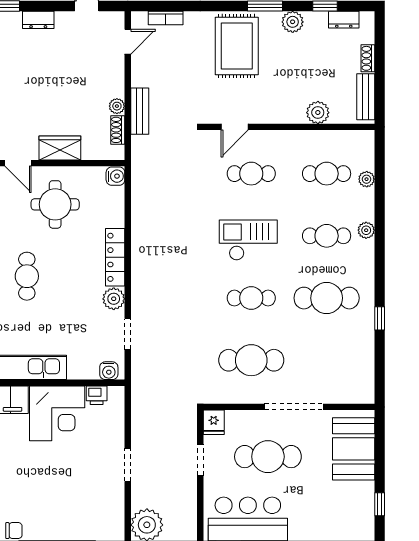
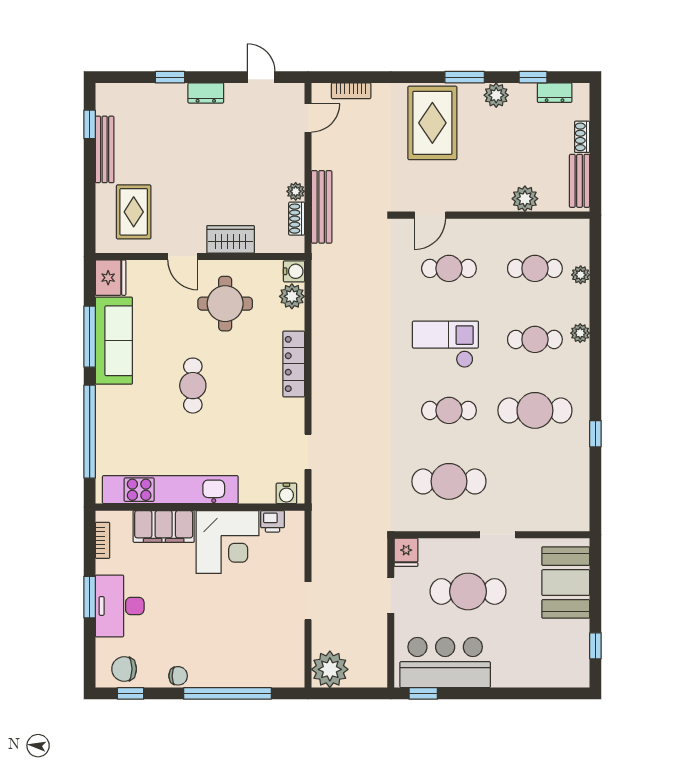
bench: (140, 111) -> (322, 207), width x1.36
plant: (114, 299) -> (292, 296), moved
doorway: (294, 407) -> (498, 535), width x0.53

